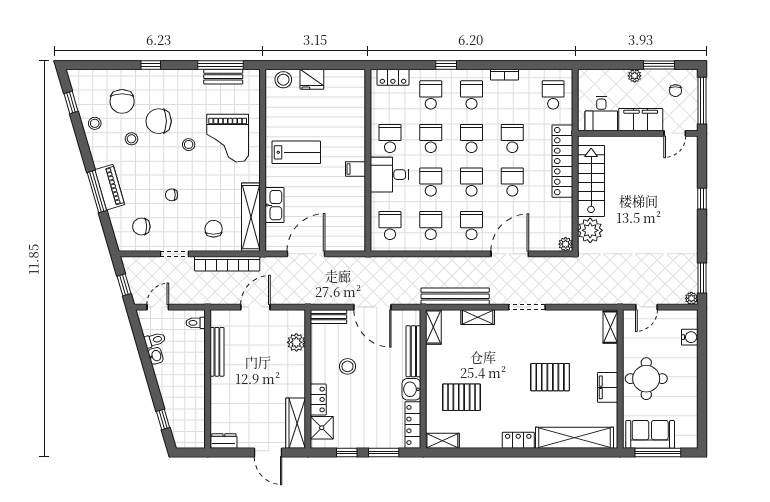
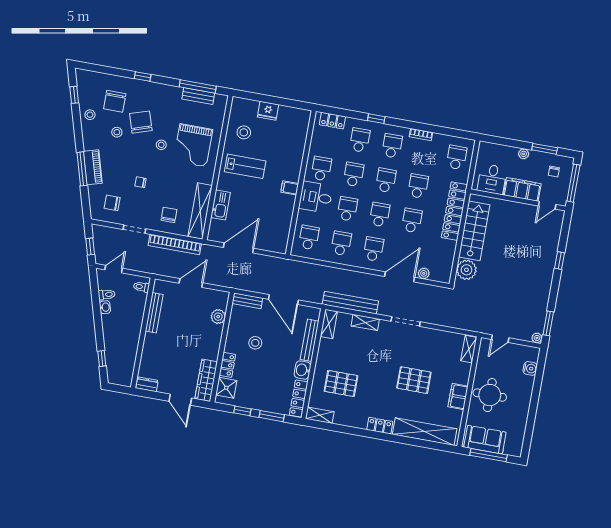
stool: (283, 80) -> (244, 132), moved
chair: (159, 121) -> (141, 122), turned 72
plant: (566, 244) -> (424, 273), moved

